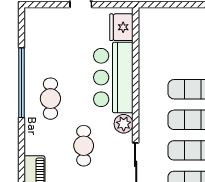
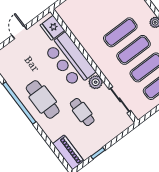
cafe table: (50, 99) -> (43, 99), width x1.37, depth x1.35

